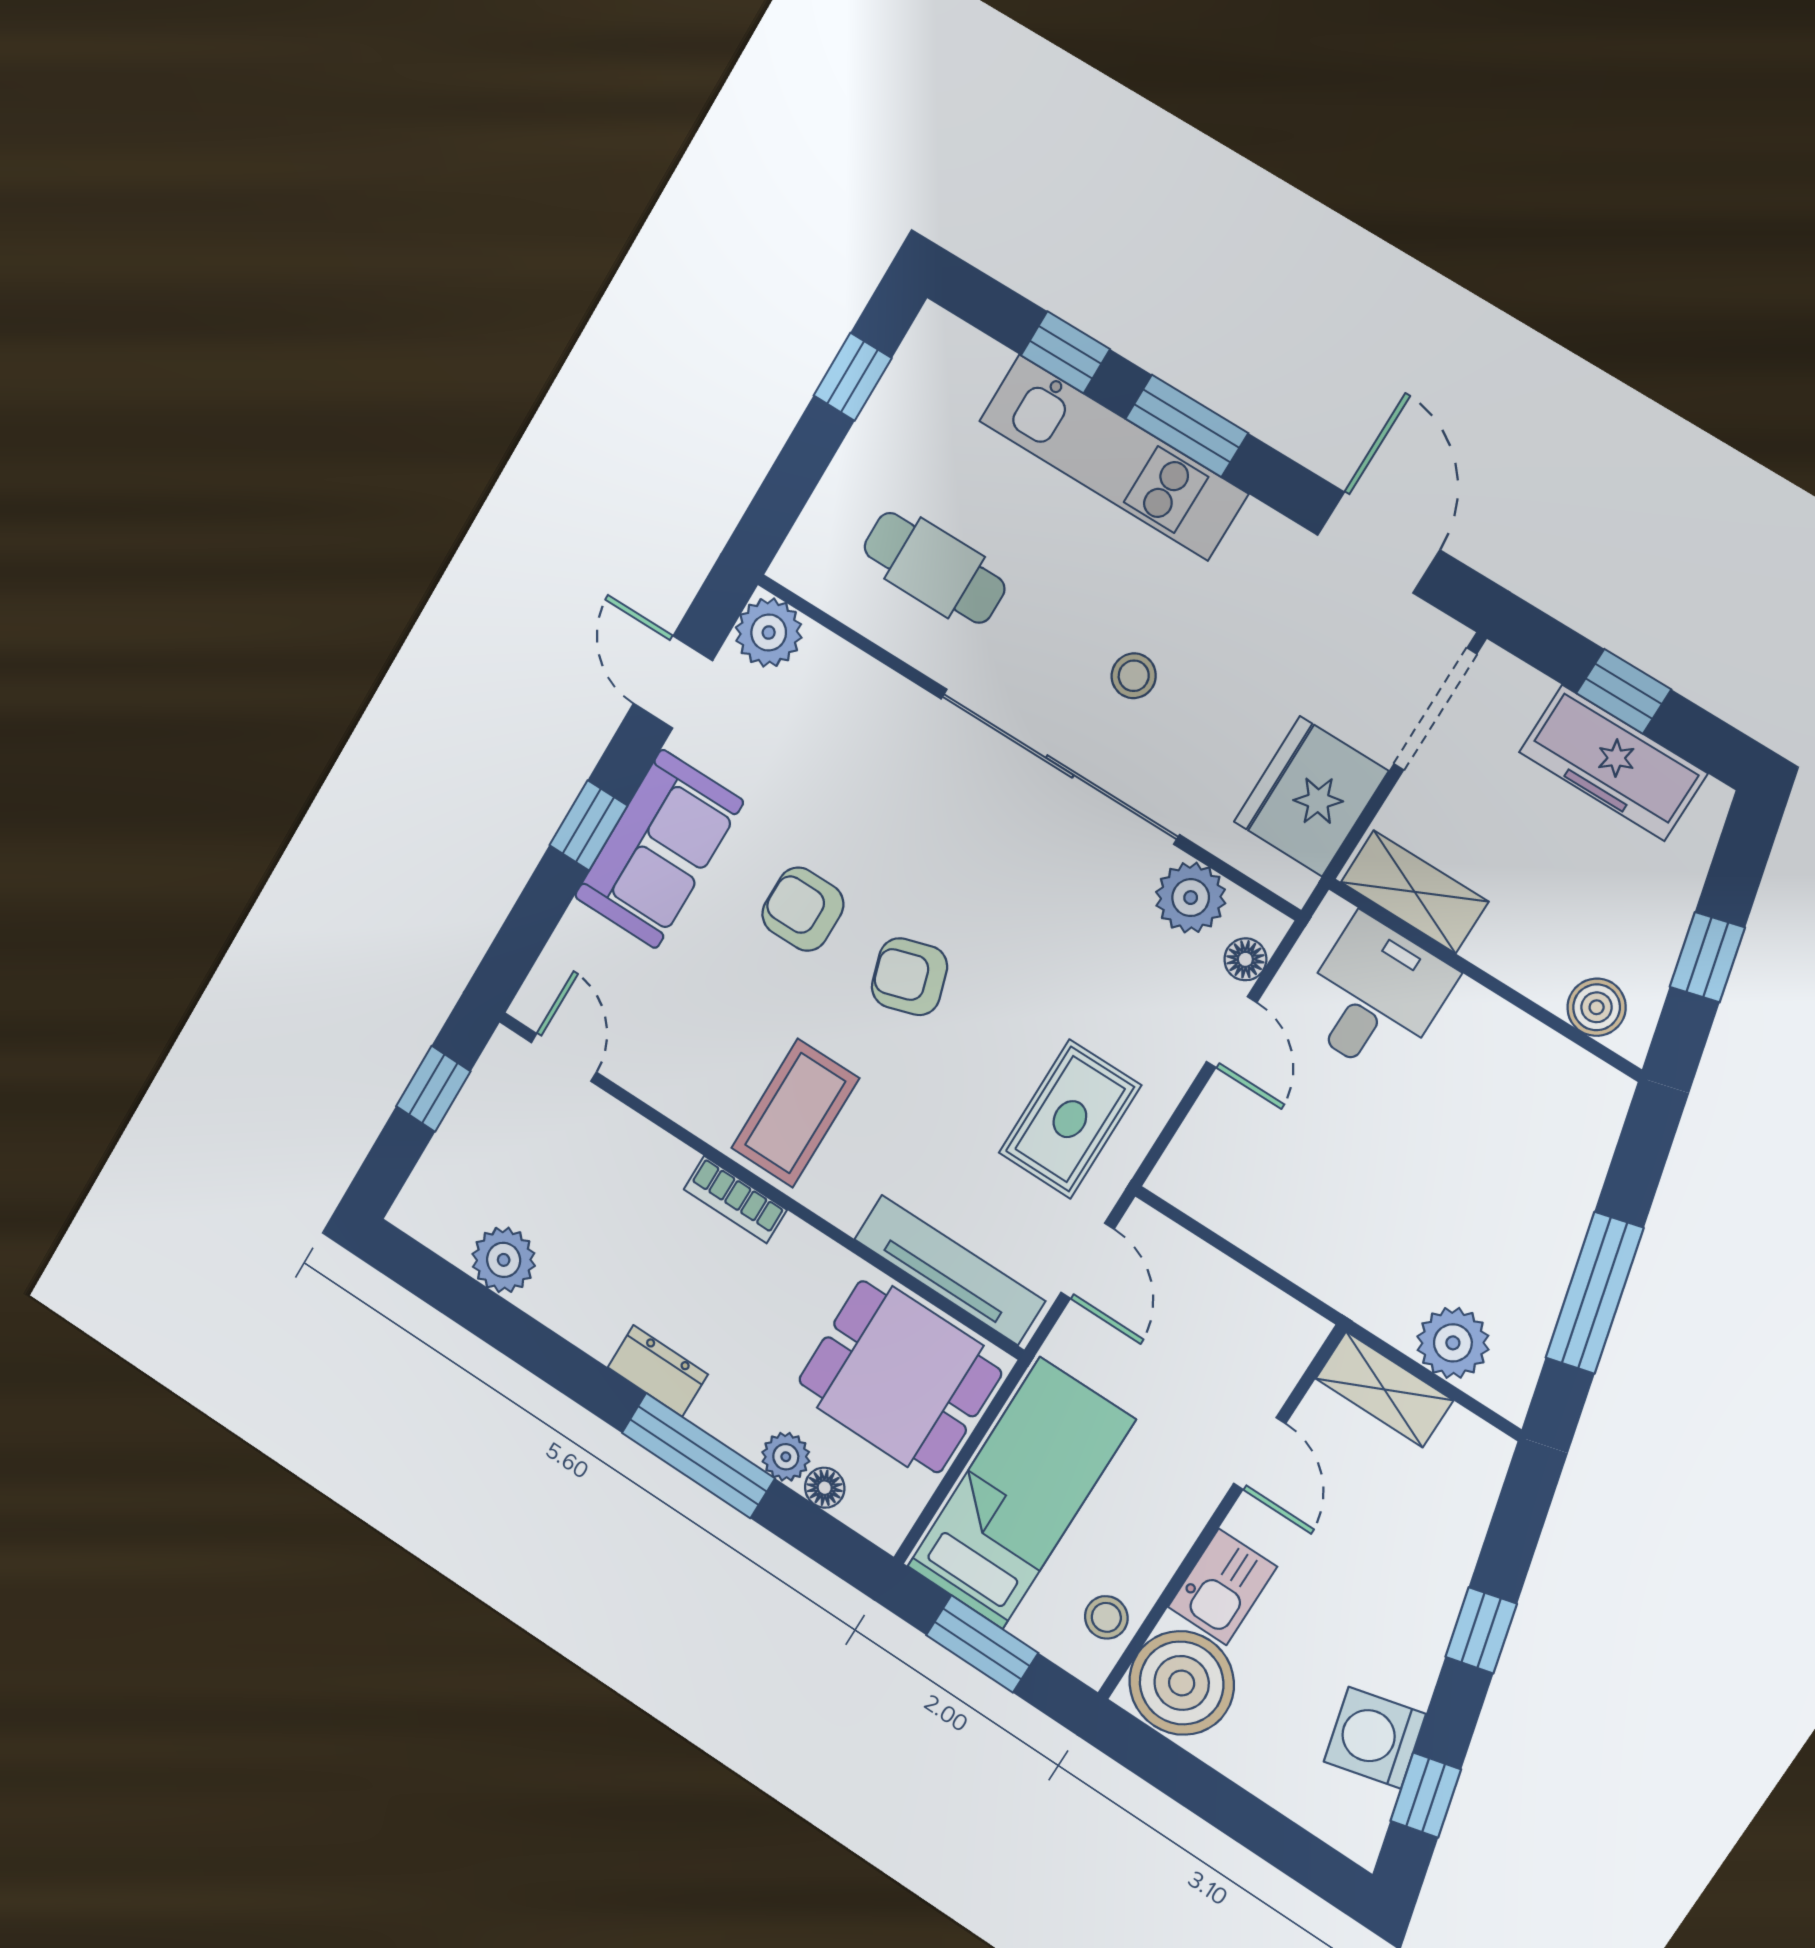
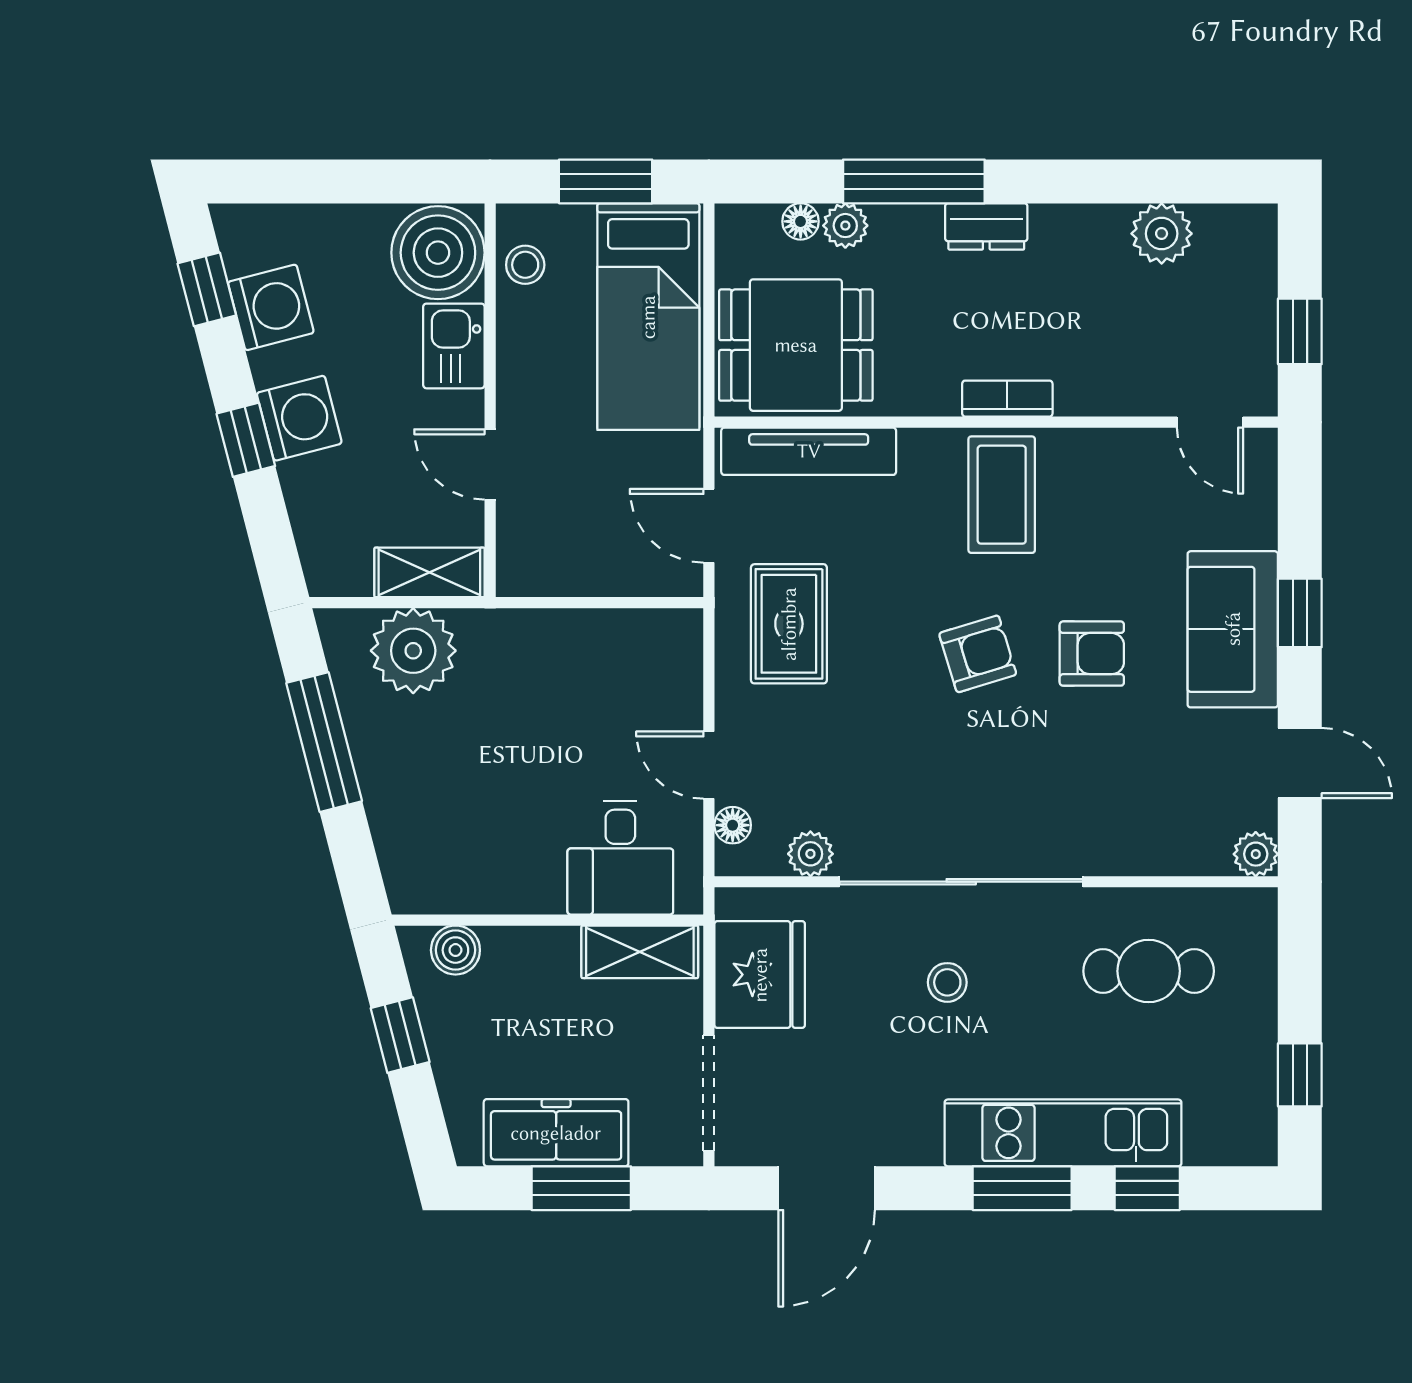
door: (1379, 542) -> (827, 1188), hinge flipped
plant: (769, 633) -> (1256, 854), width x0.73, depth x0.73
window: (1624, 691) -> (581, 1188), width x1.50
plant: (1191, 898) -> (810, 854), width x0.73, depth x0.73
plant: (1453, 1343) -> (413, 651), width x1.36, depth x1.36
washing machine: (1416, 1617) -> (299, 418), added

